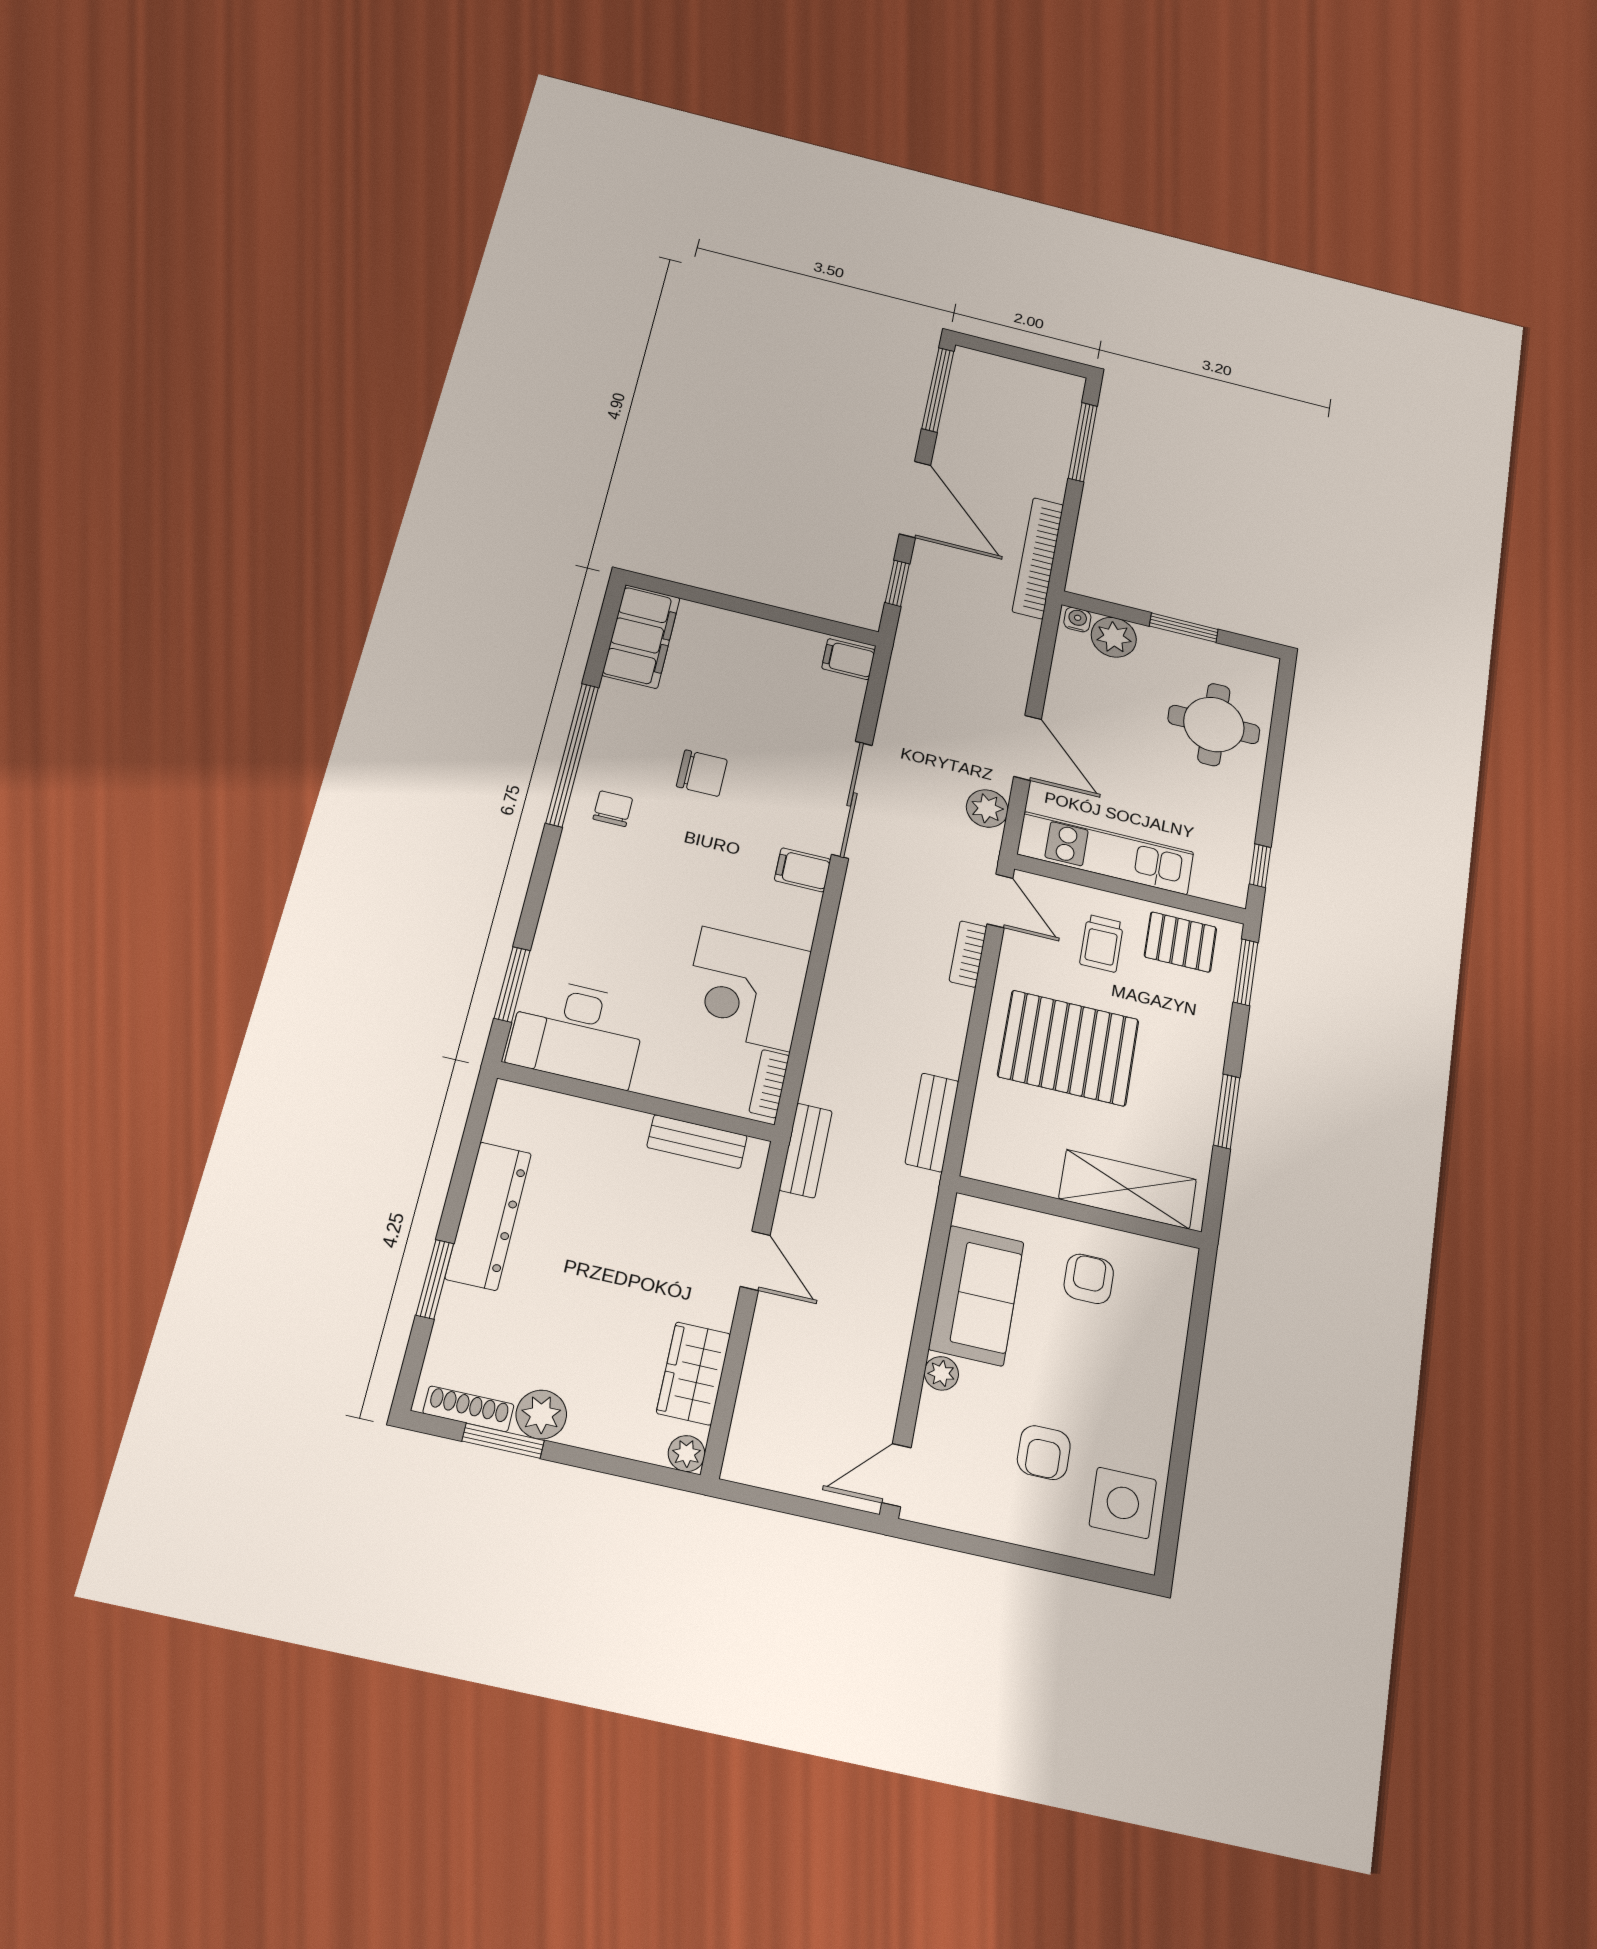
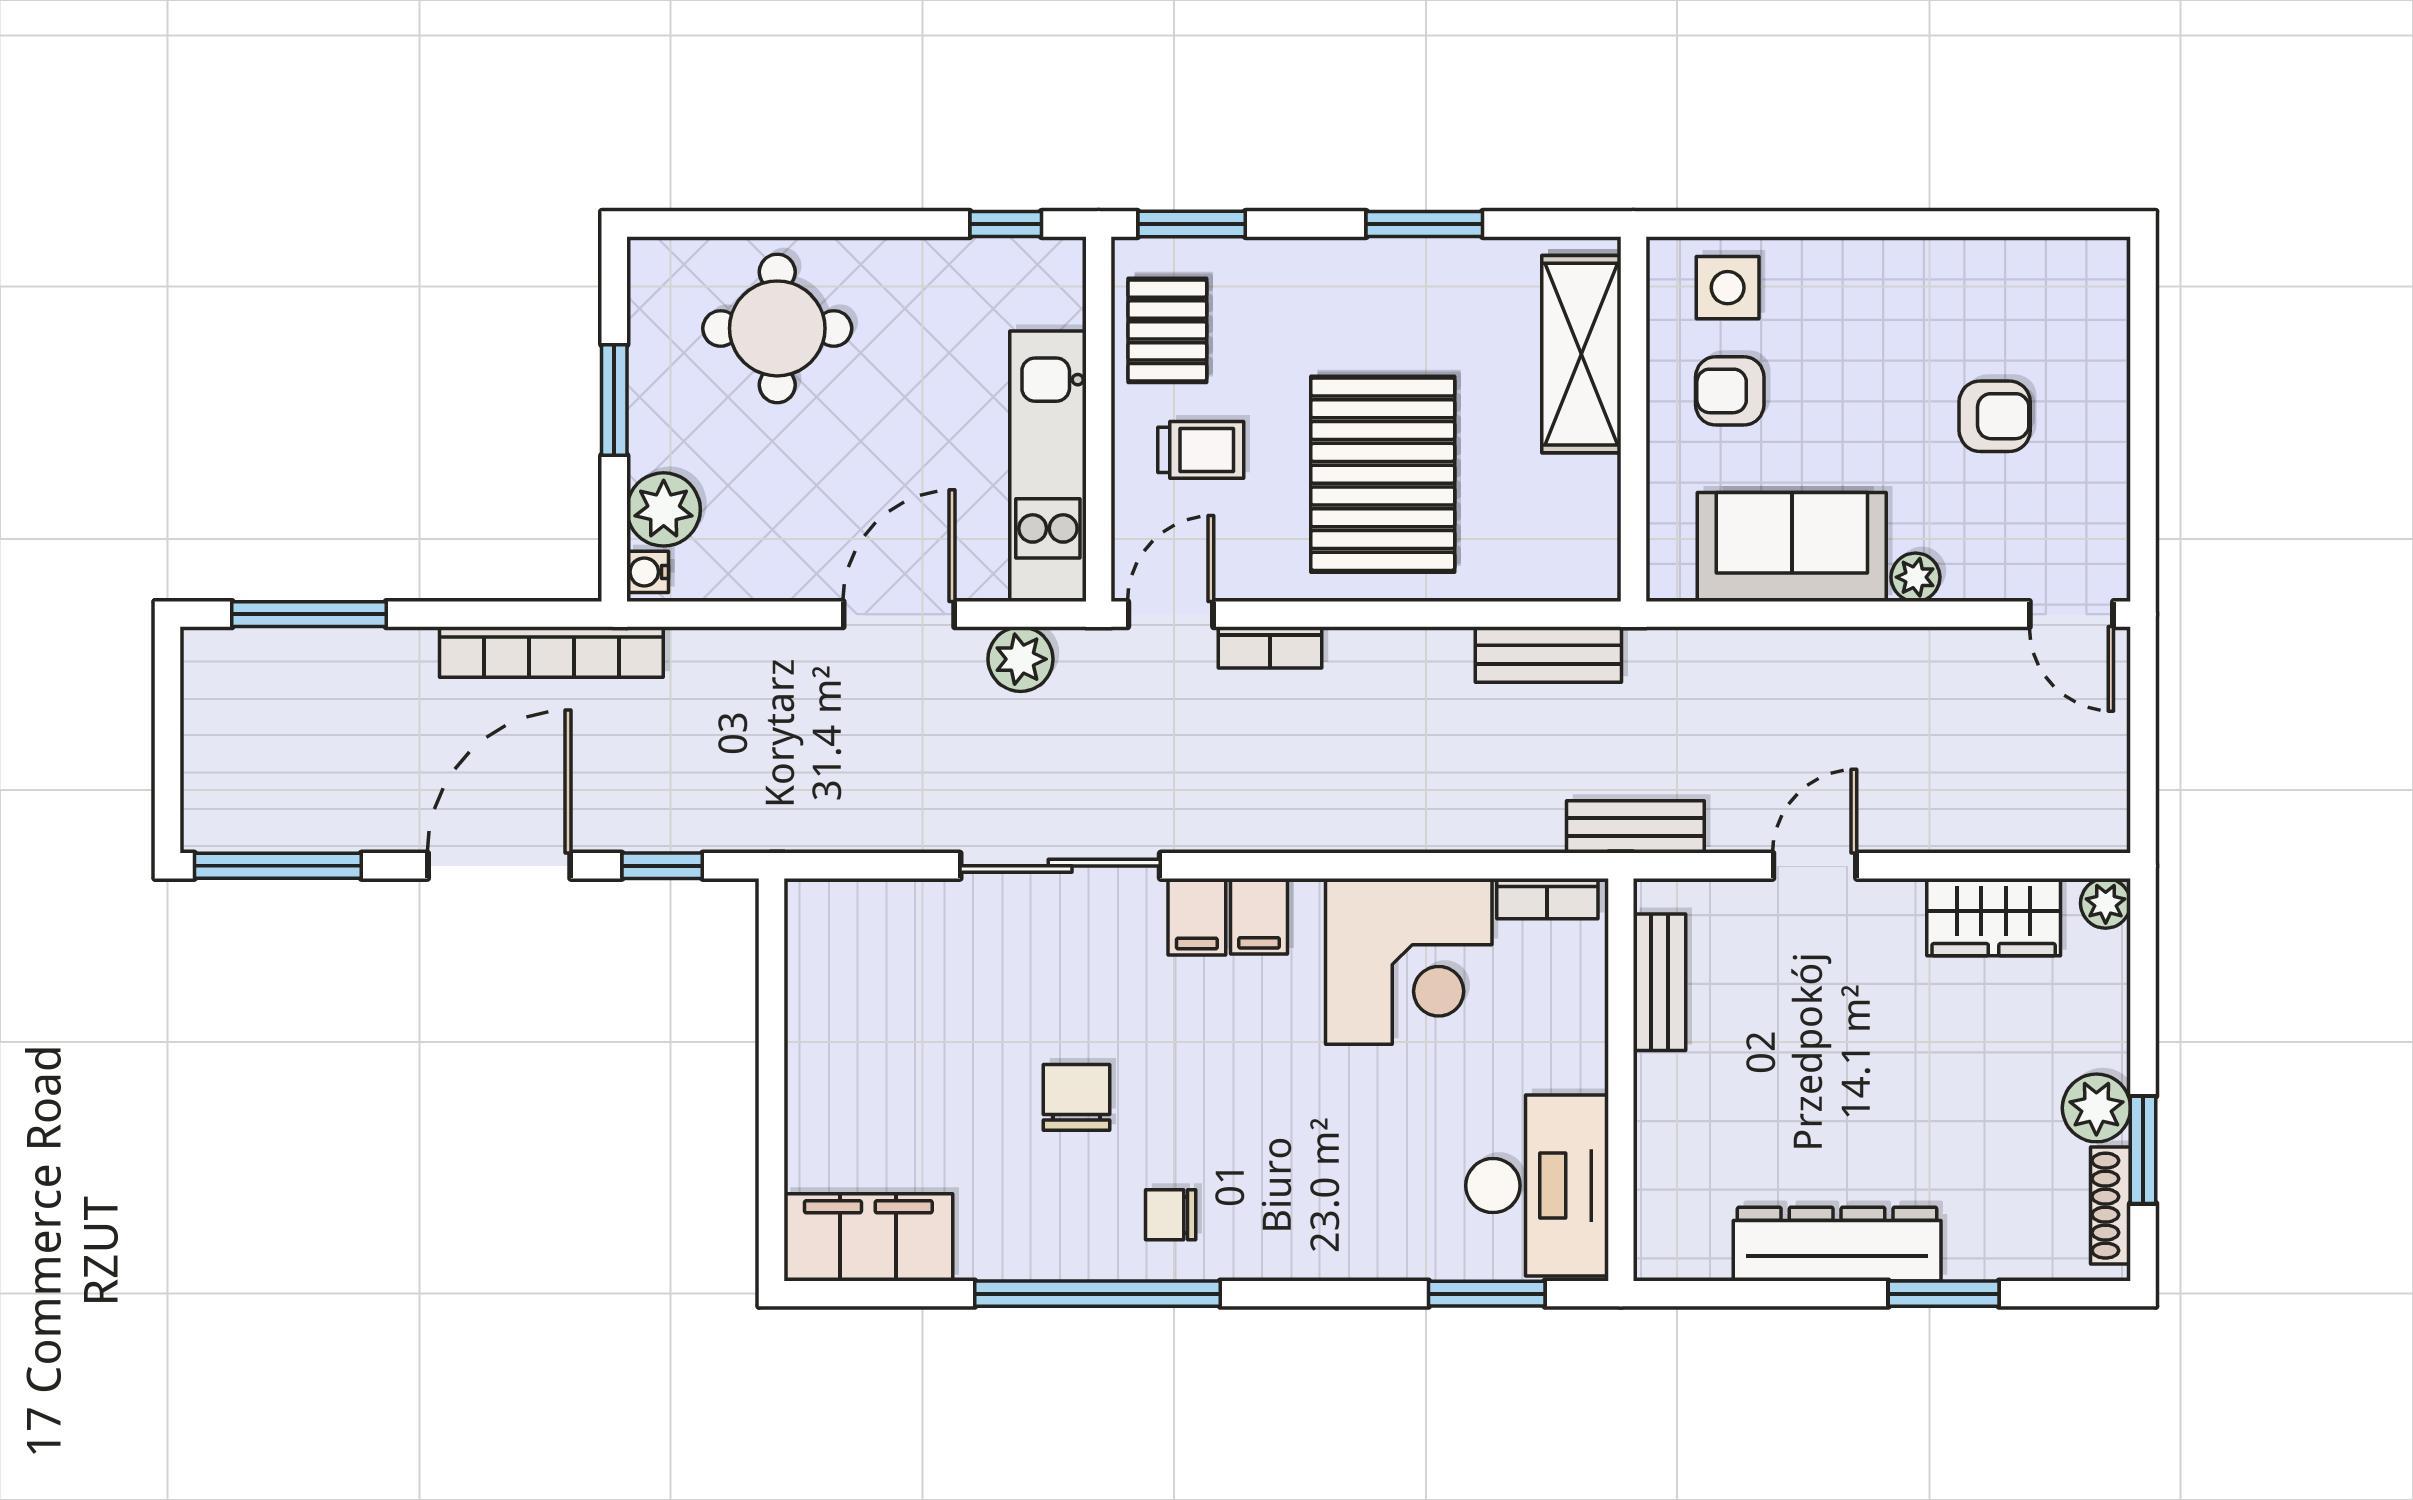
filing cabinet: (848, 659) -> (1259, 916), moved
side table: (1123, 1503) -> (1728, 288), moved, width x0.73, depth x0.73

